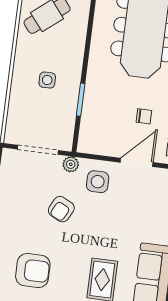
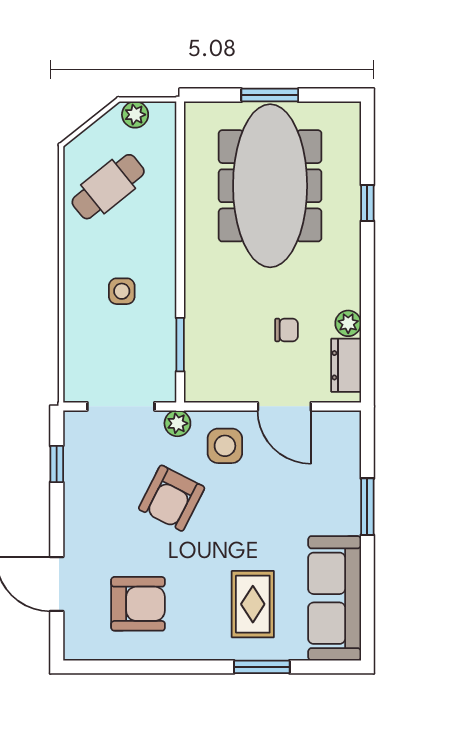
window: (81, 100) -> (180, 345), moved
door: (137, 162) -> (284, 406), swing flipped
armchair: (61, 209) -> (172, 498), width x1.38, depth x1.38

